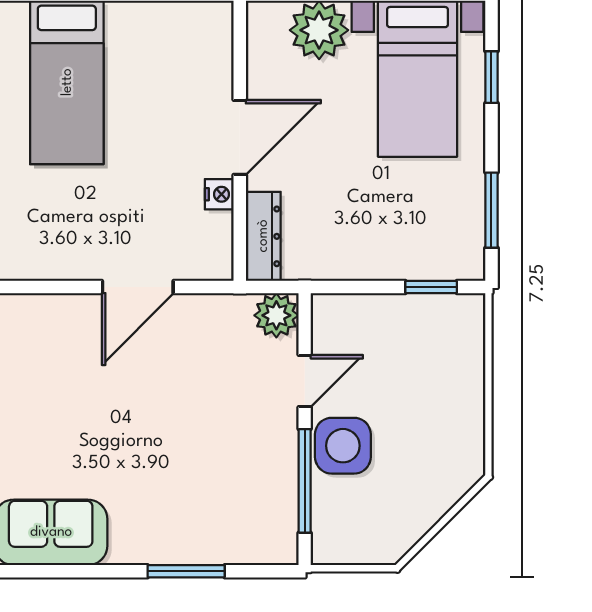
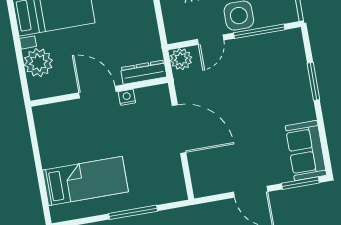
door: (138, 287) -> (179, 129), width x1.36
door: (305, 381) -> (211, 40), swing flipped

